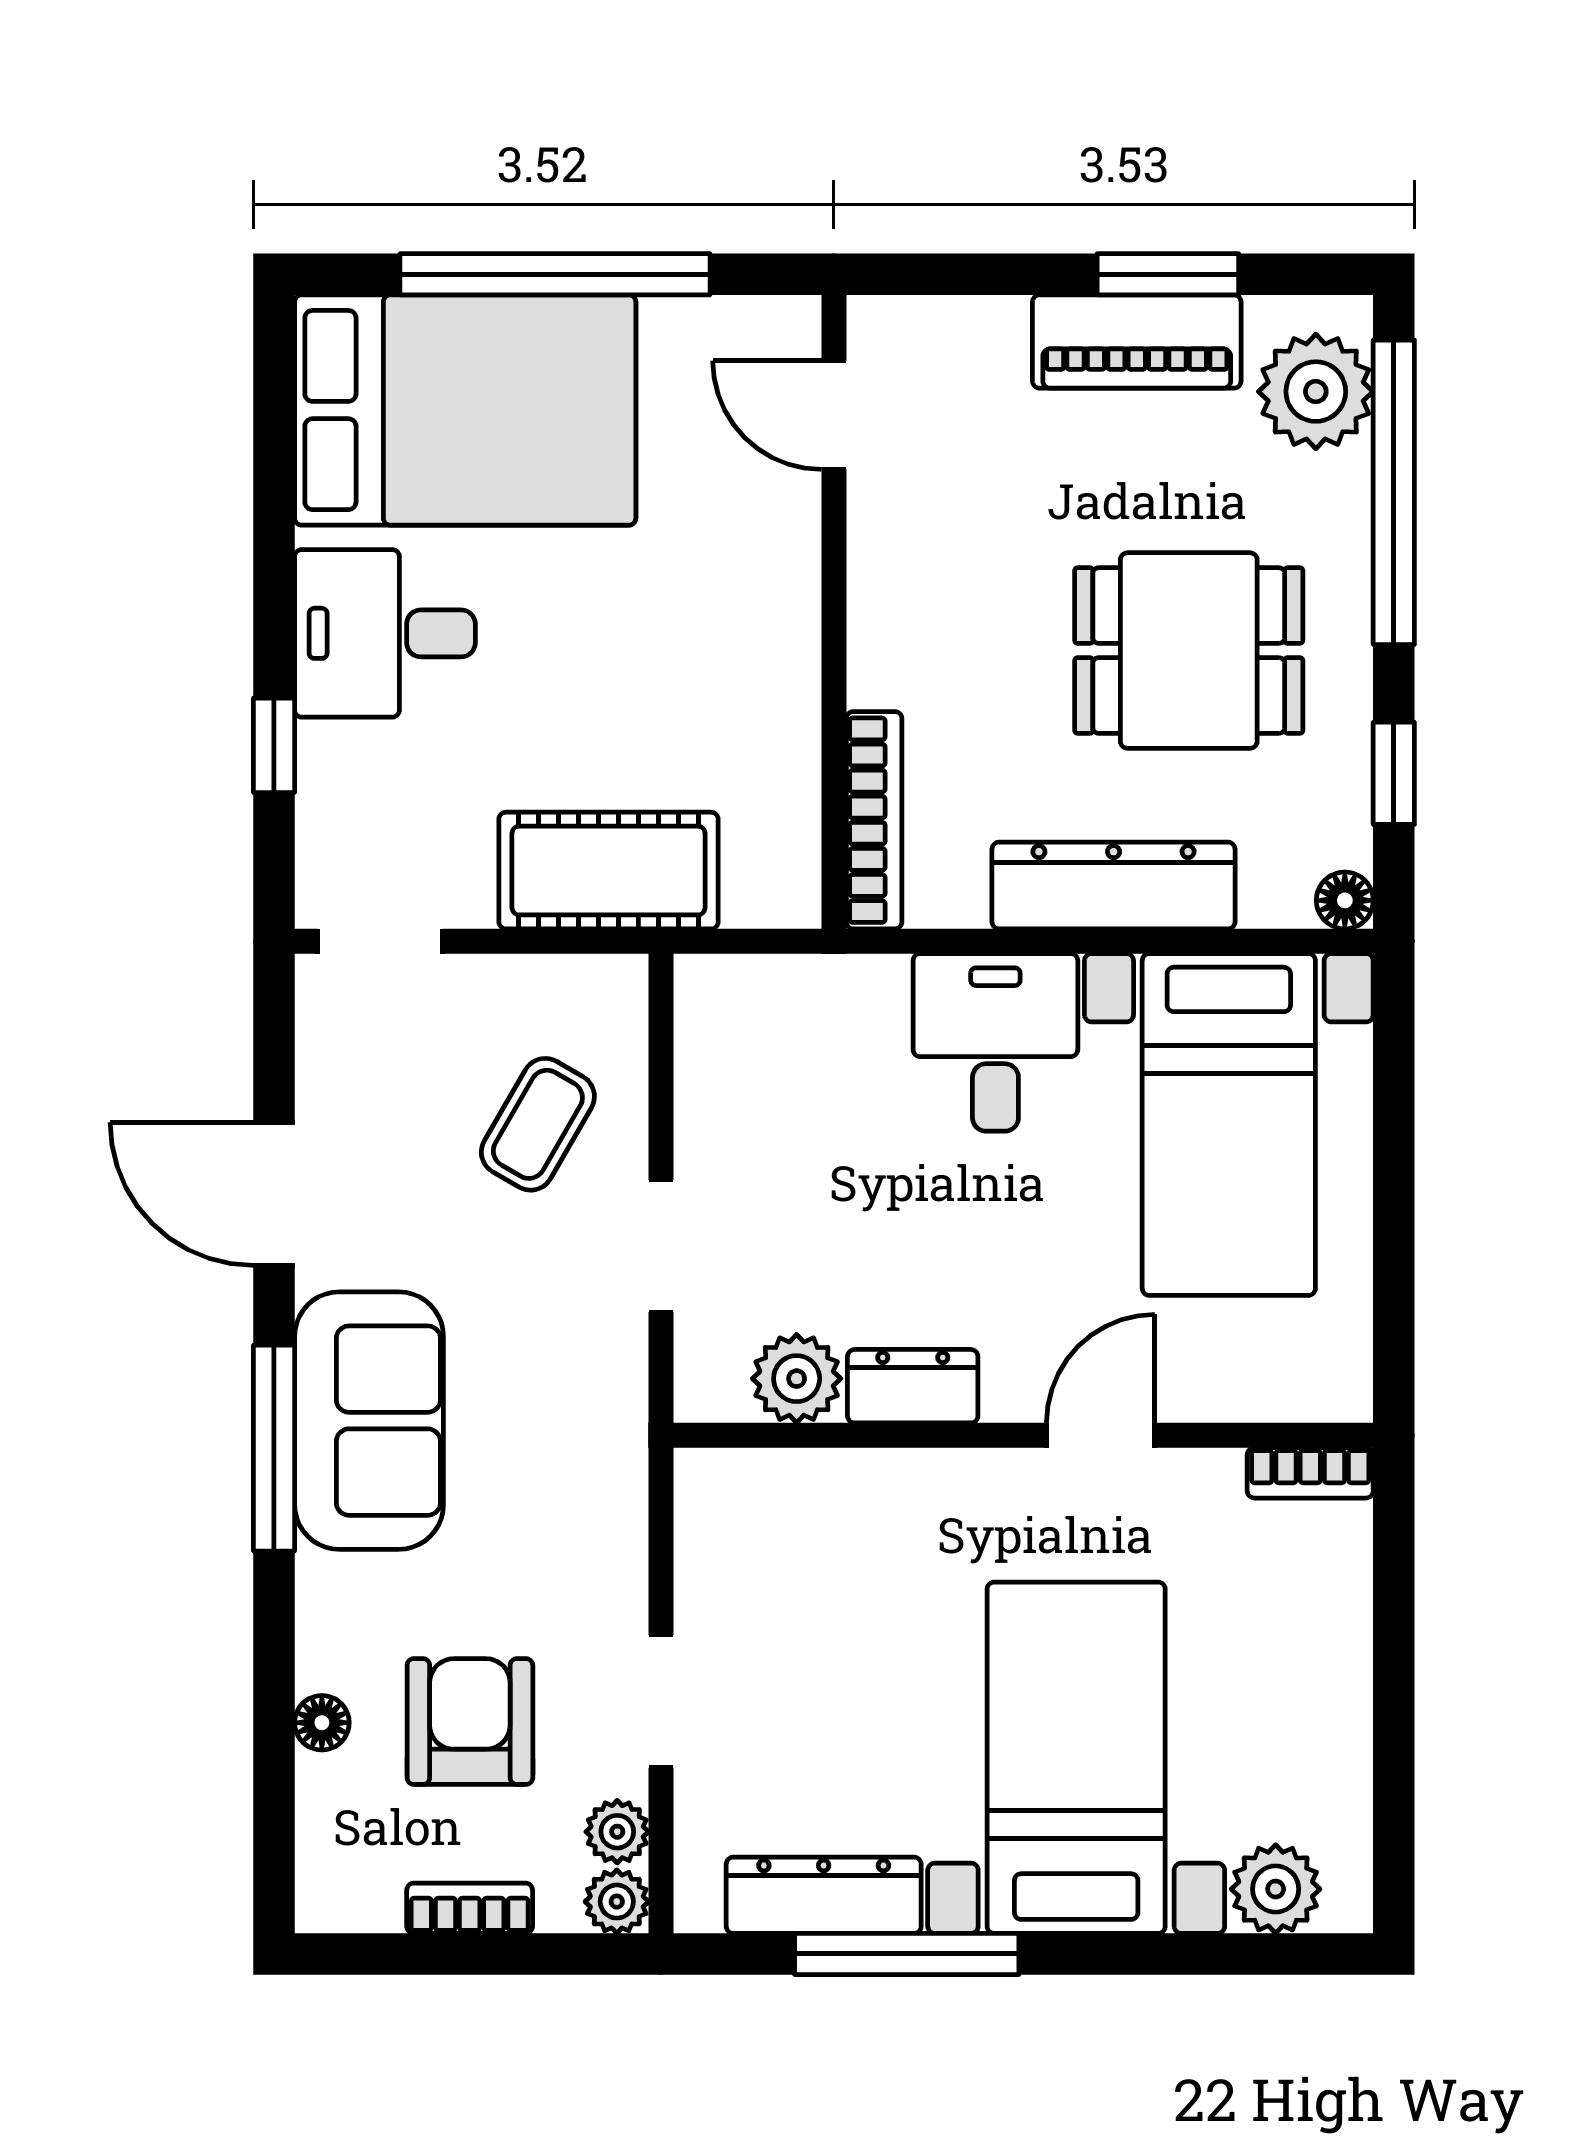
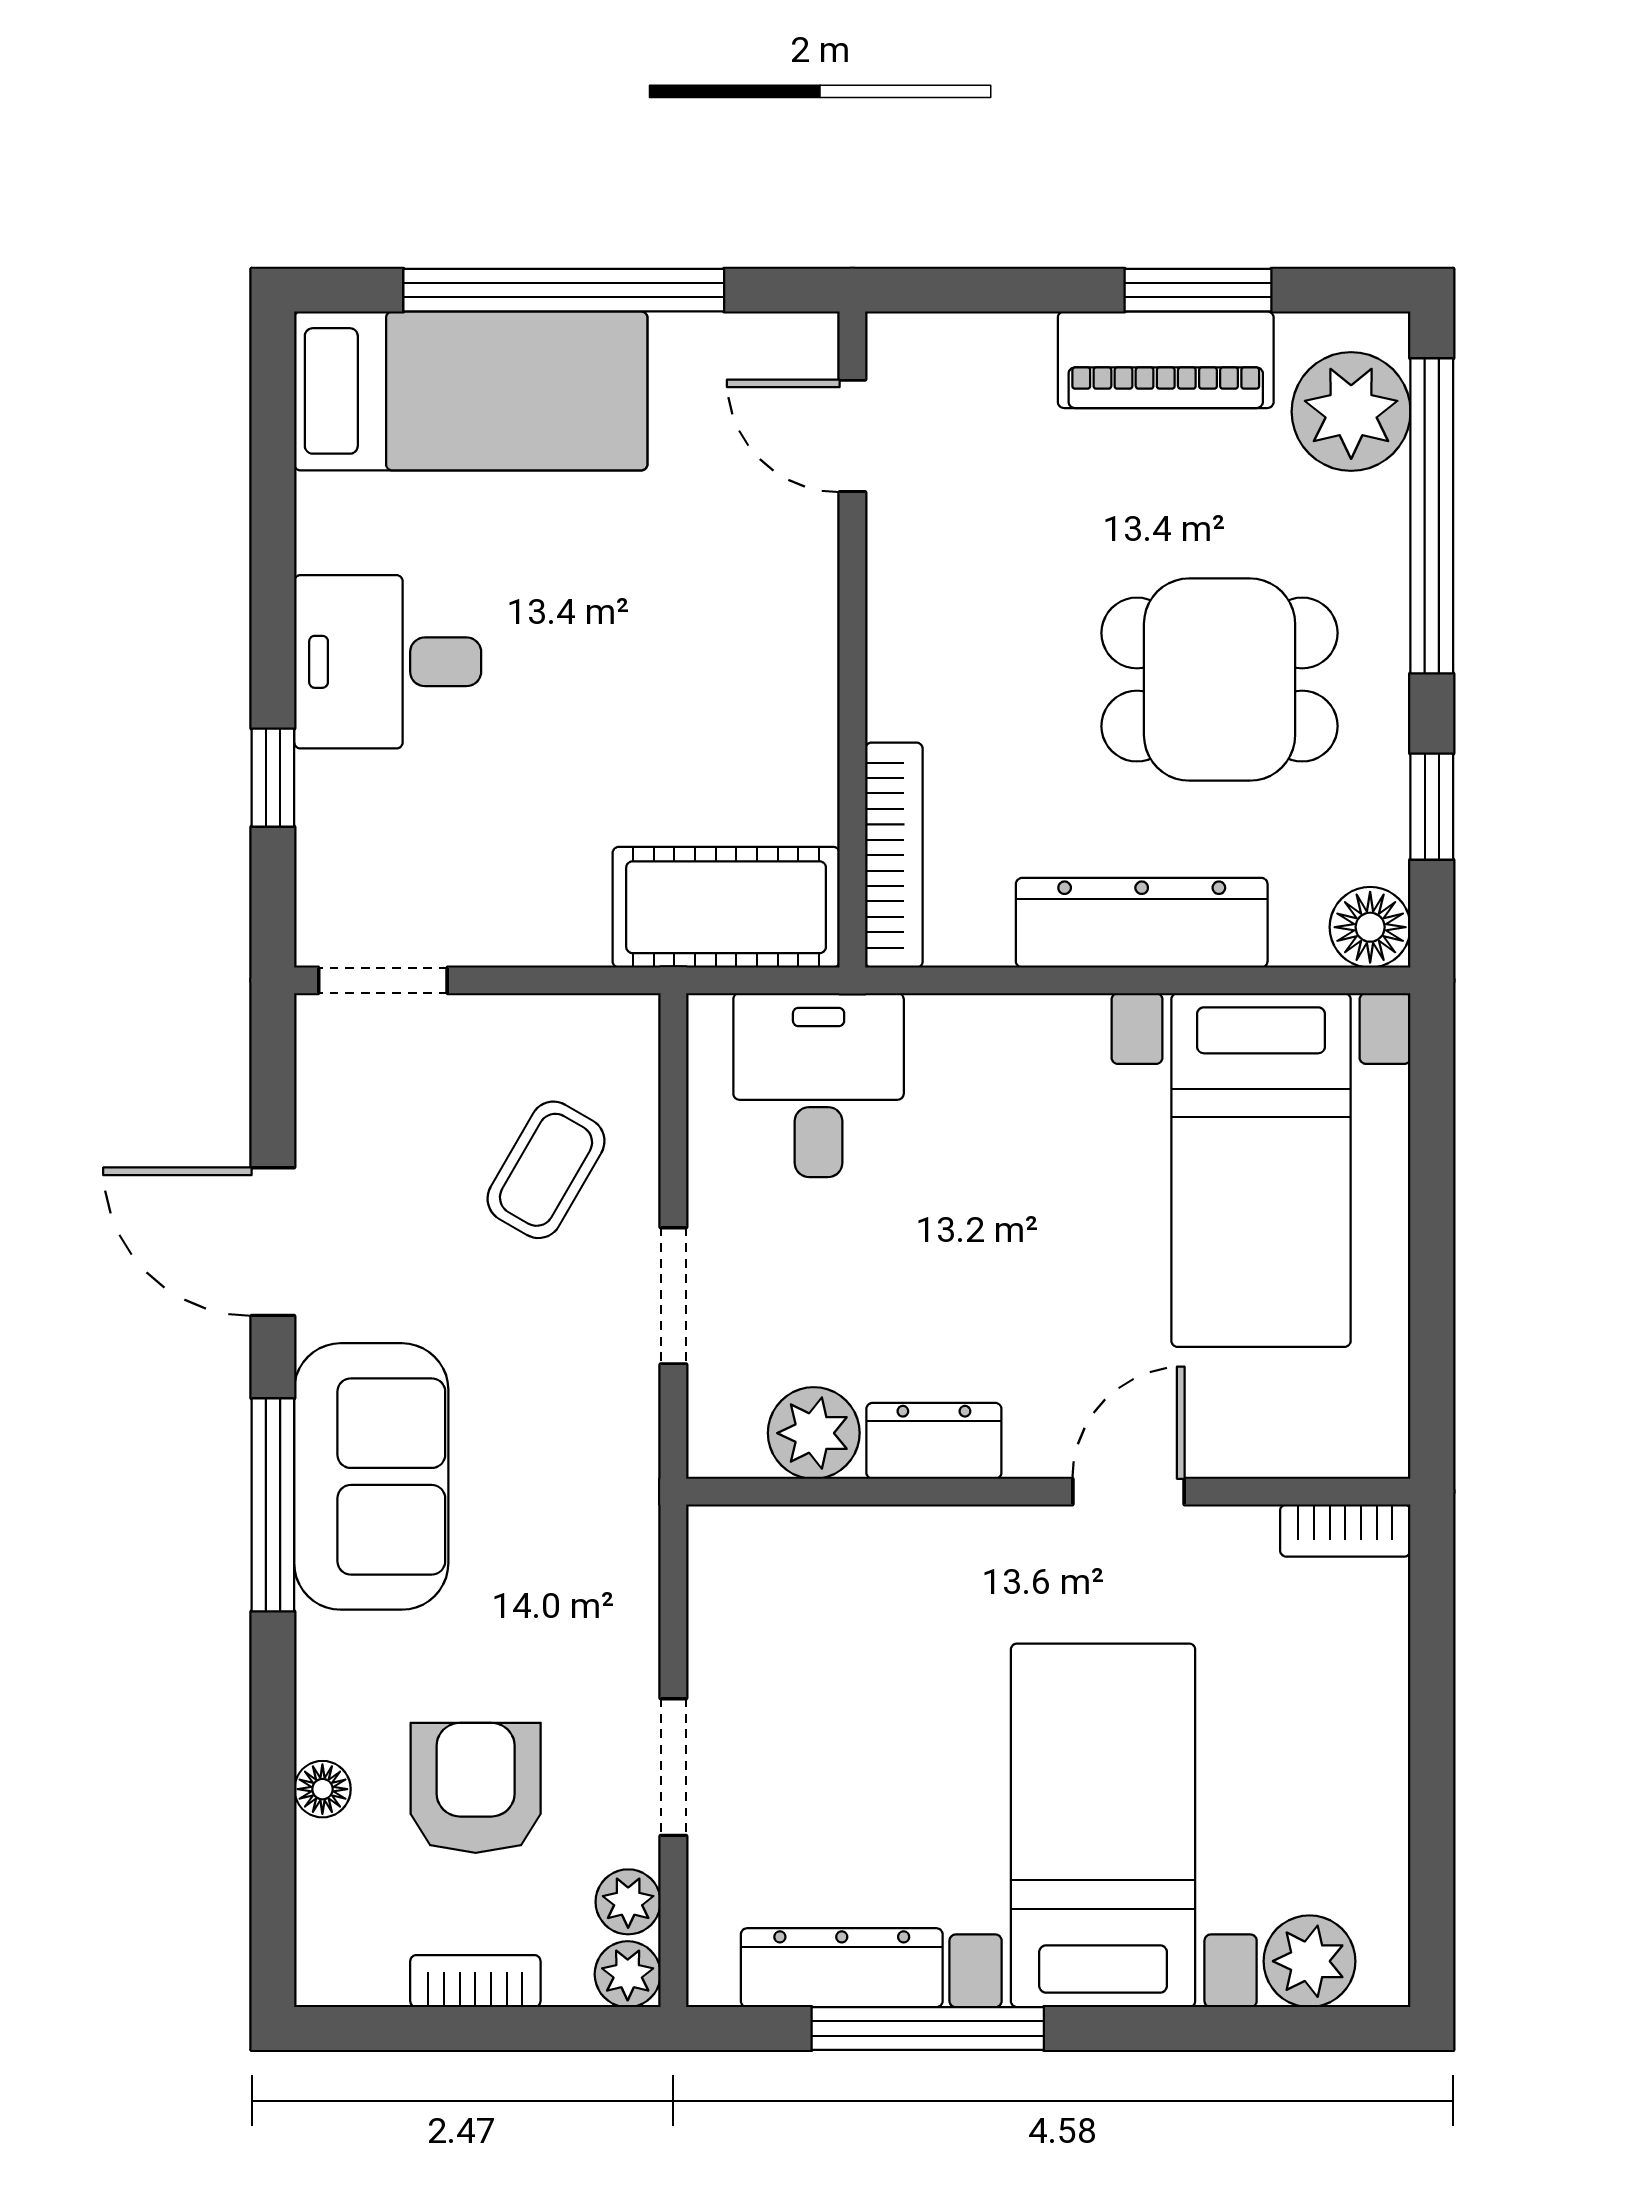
bed: (465, 410) -> (471, 391), width x0.67
cot: (609, 871) -> (726, 907), moved
floor lamp: (1345, 900) -> (1370, 927), width x1.37, depth x1.37
desk: (995, 1042) -> (819, 1085), moved

